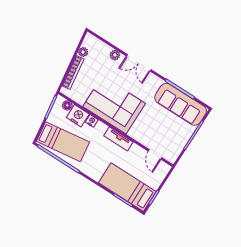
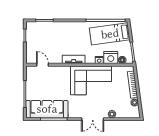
double door: (139, 63) -> (93, 119), swing flipped
bed: (127, 187) -> (47, 31), removed

